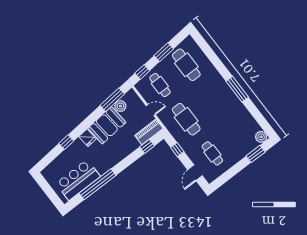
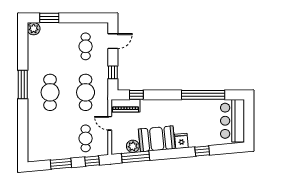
cafe table: (186, 65) -> (50, 92), moved
bar counter: (78, 180) -> (232, 121), moved, turned 90

